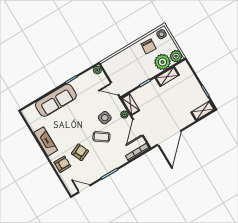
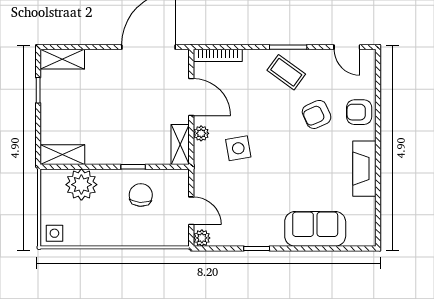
chair: (149, 46) -> (141, 195), moved
plant: (176, 56) -> (52, 181), removed
shelving: (167, 77) -> (62, 155), moved
door: (115, 89) -> (191, 211), moved
sofa: (56, 100) -> (315, 229), width x0.73
door: (138, 128) -> (191, 97), hinge flipped
coffee table: (101, 137) -> (286, 72), moved

